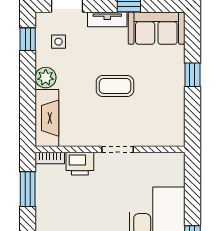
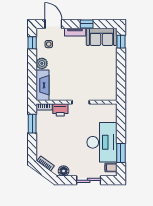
window: (192, 75) -> (121, 42), moved
coffee table: (115, 86) -> (79, 68), removed

